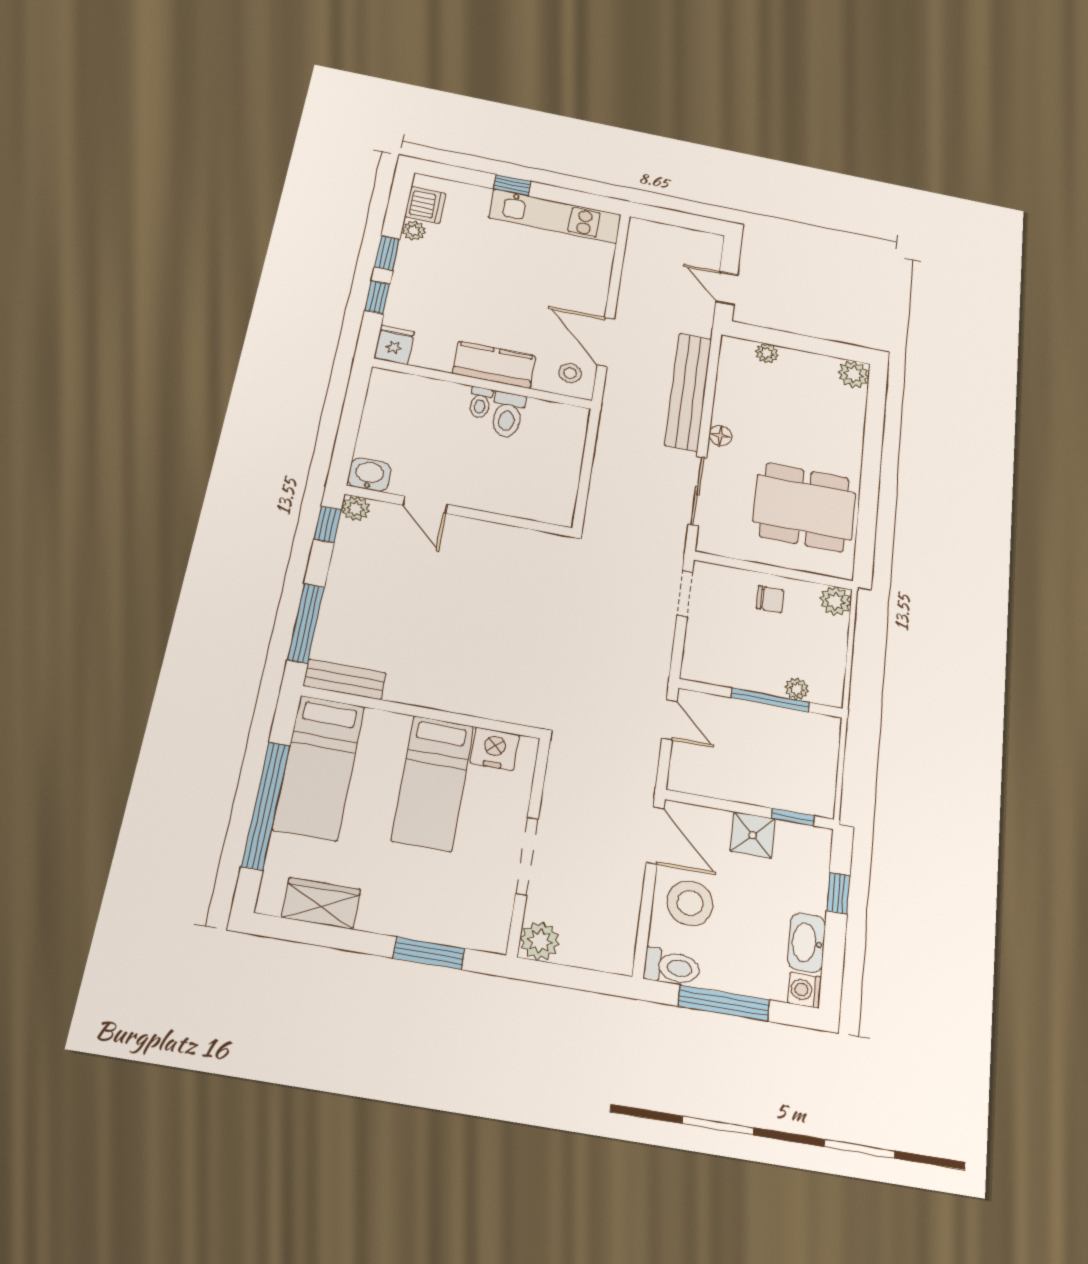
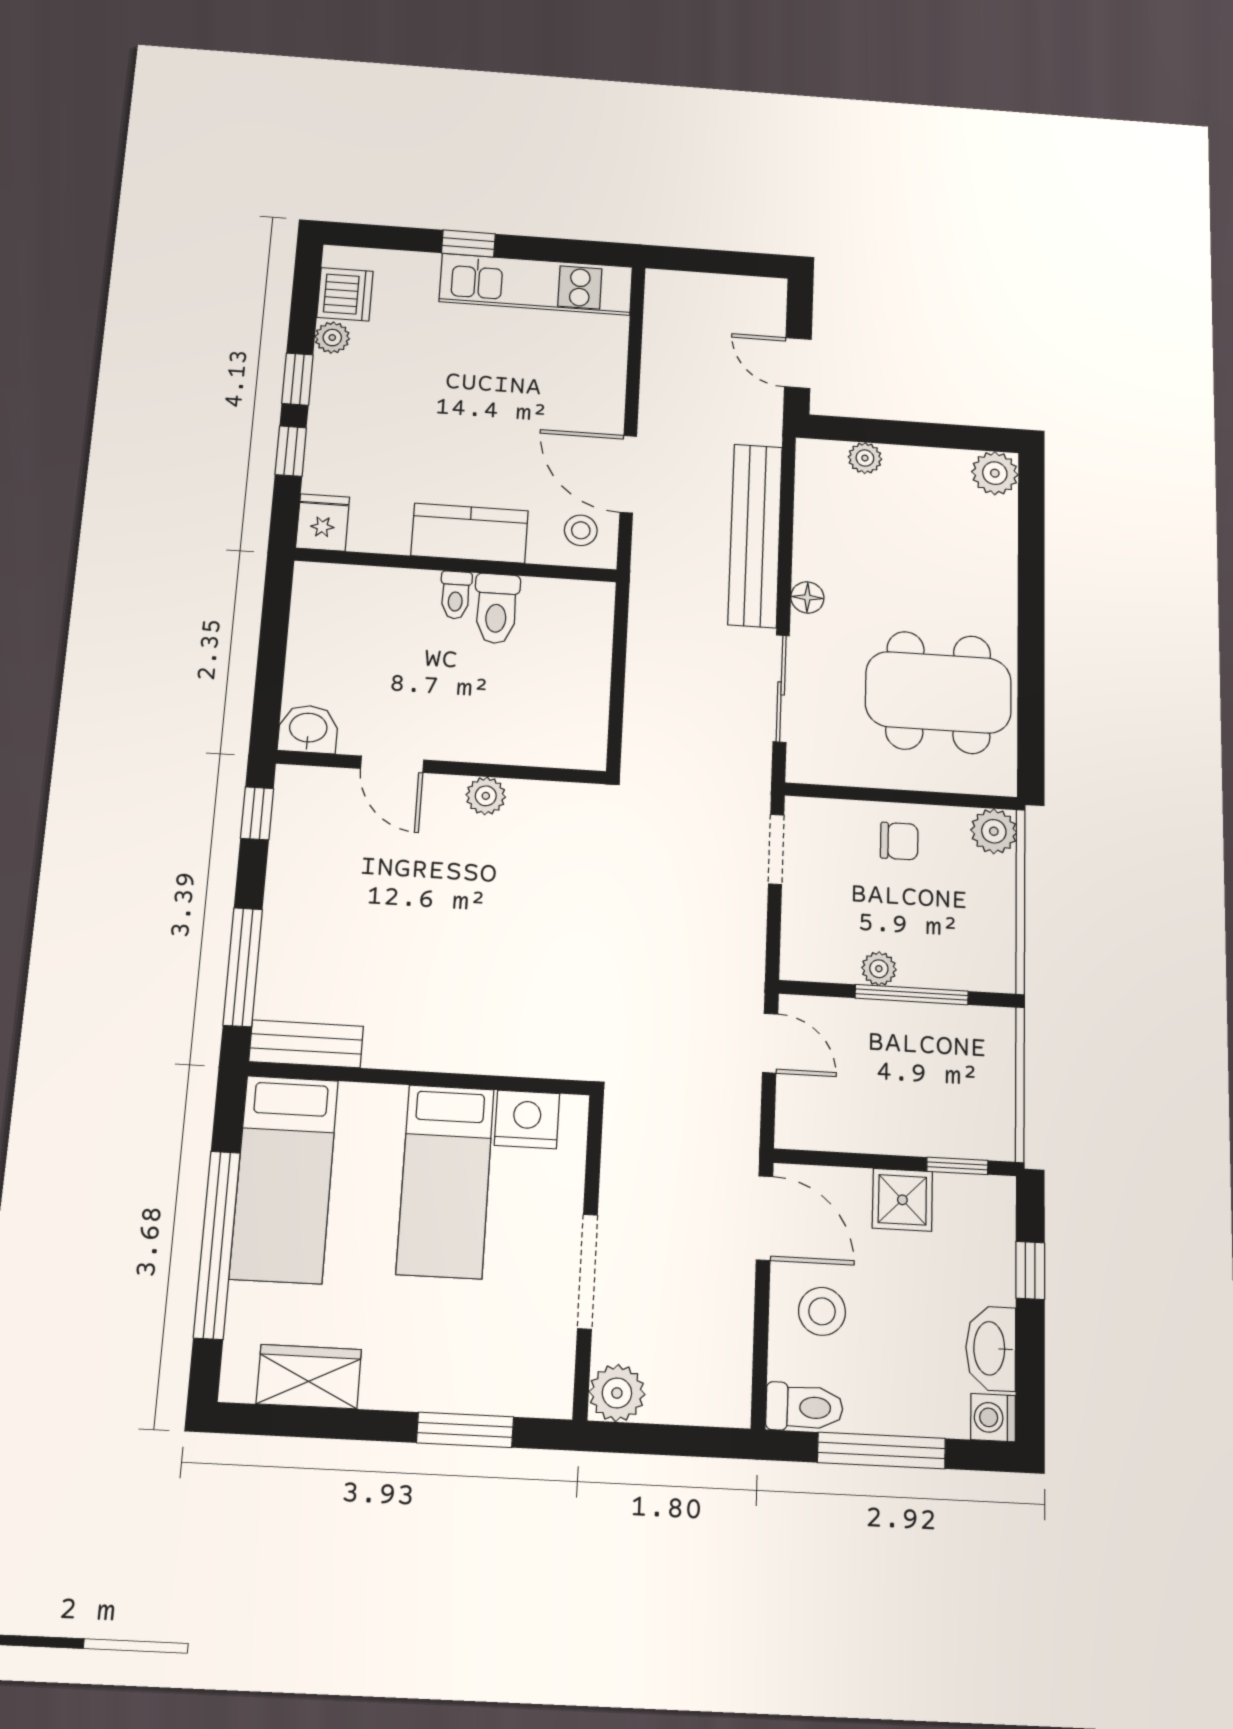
plant: (356, 509) -> (486, 796), moved
plant: (797, 689) -> (879, 969), moved
stool: (690, 903) -> (822, 1311), width x0.73, depth x0.73

